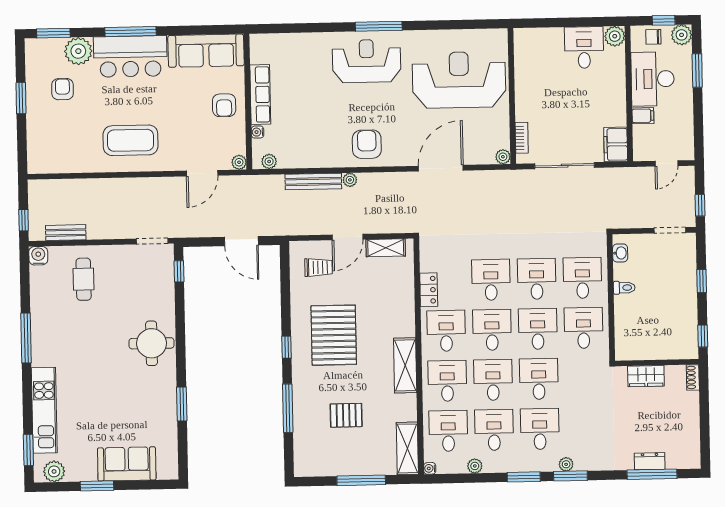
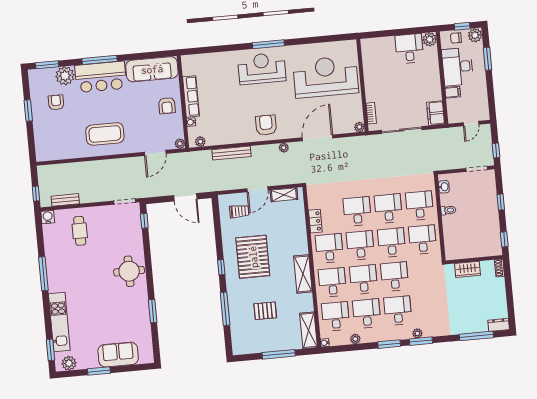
plant: (350, 180) -> (284, 148), moved
dresser: (650, 461) -> (499, 325), moved

